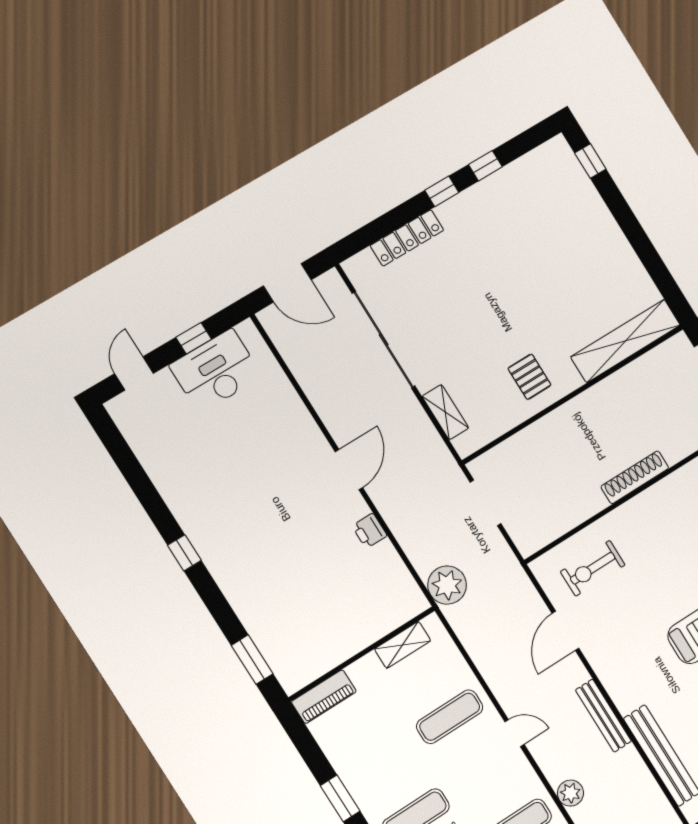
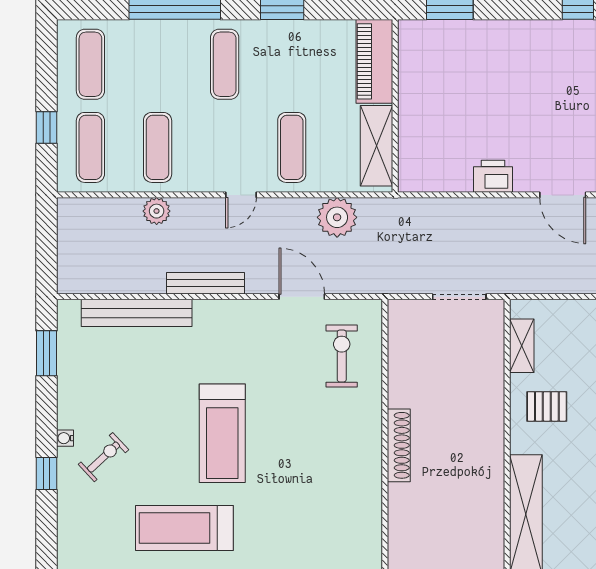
shelving: (445, 412) -> (522, 346), moved, turned 90
printer: (370, 531) -> (493, 176), width x1.36, depth x1.24
plant: (447, 585) -> (337, 217), moved
shelving: (403, 645) -> (376, 146), width x1.50, depth x1.33
piano: (324, 697) -> (374, 61), width x1.37, depth x1.33

